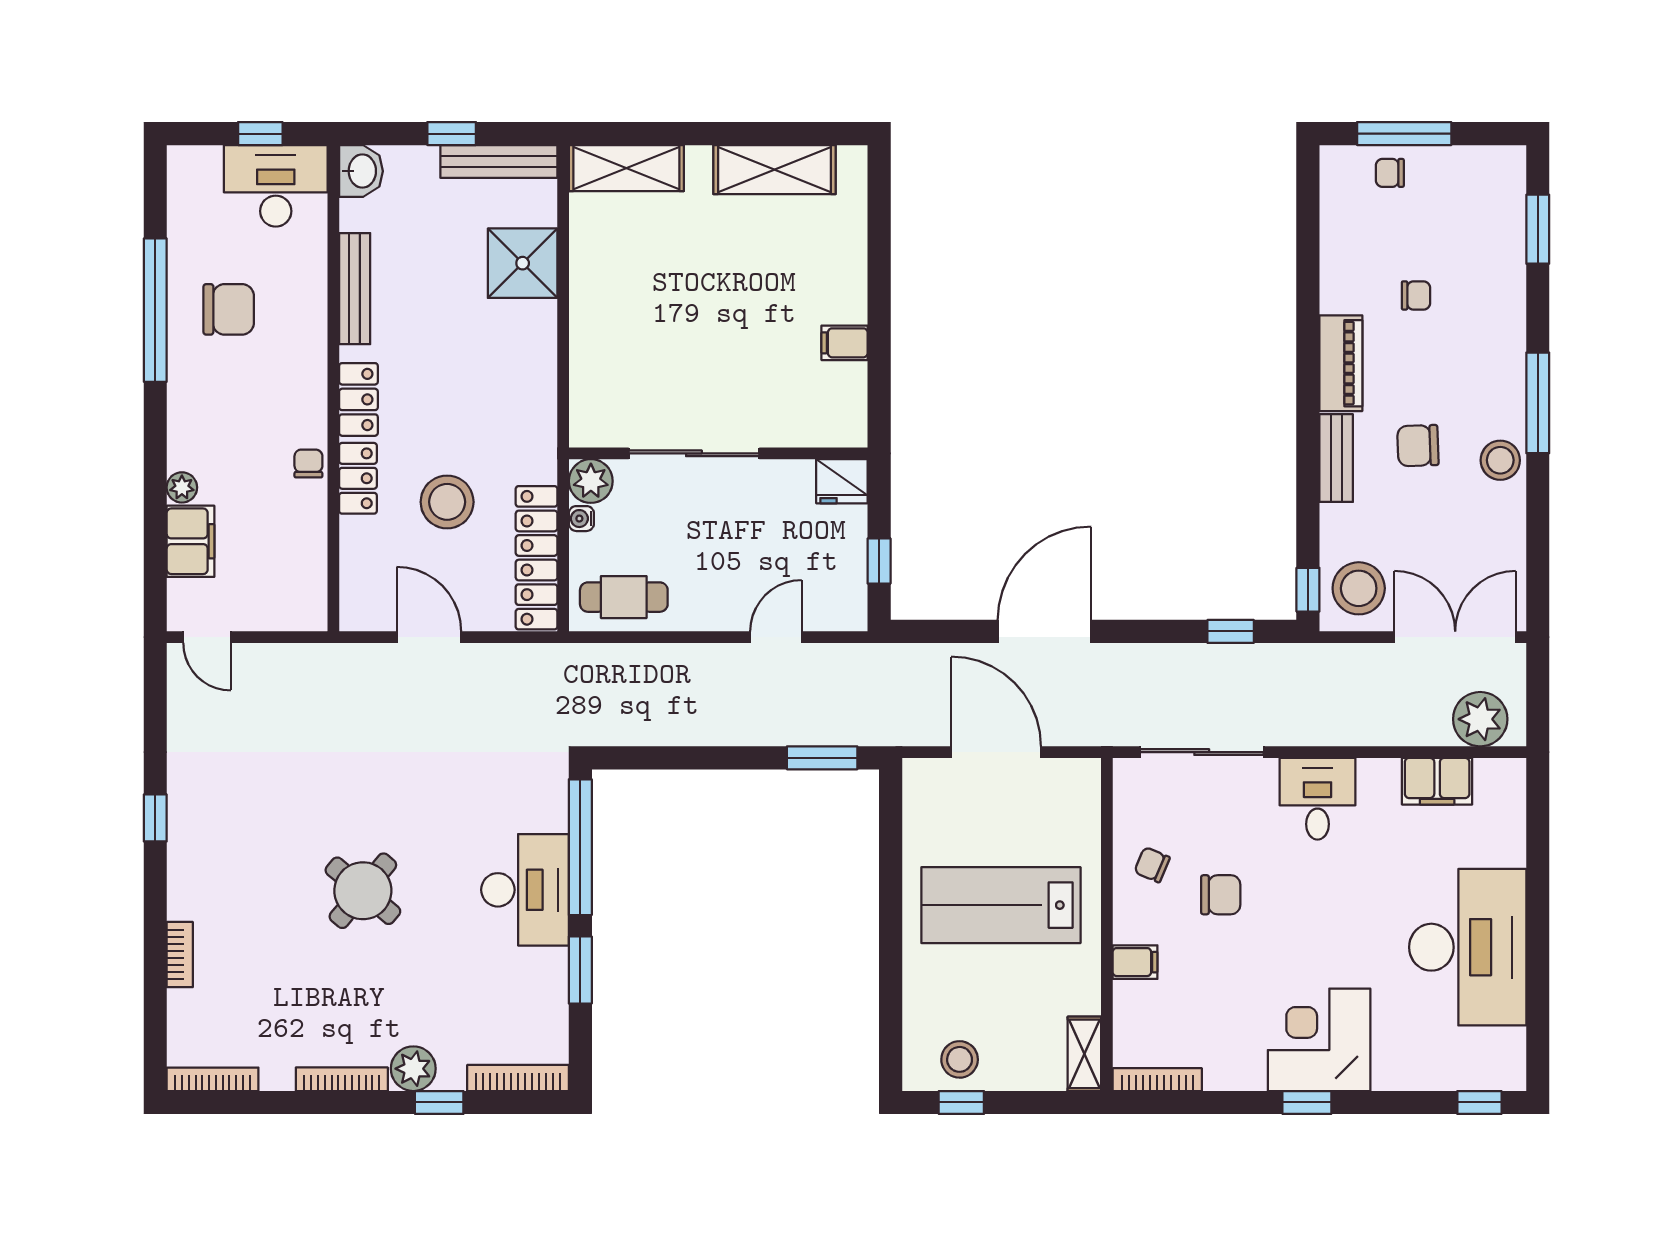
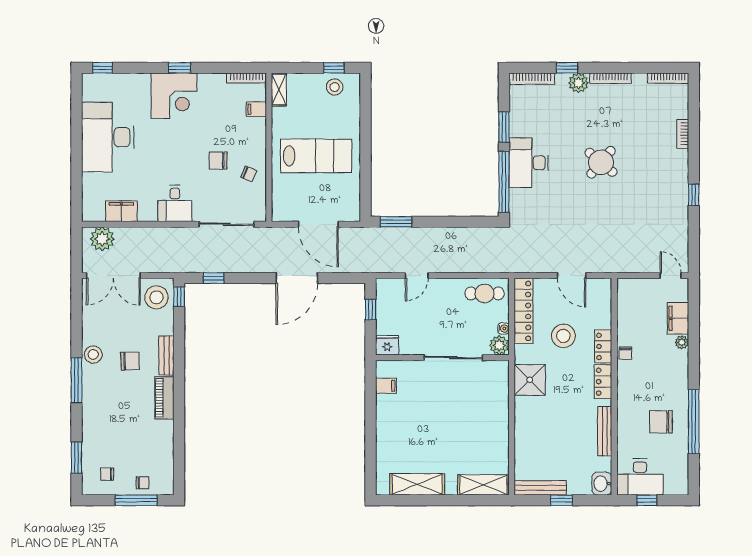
shower: (523, 263) -> (530, 380), moved
chair: (1416, 295) -> (107, 474), moved
filing cabinet: (845, 343) -> (386, 386), moved
filing cabinet: (1135, 962) -> (256, 109), moved

